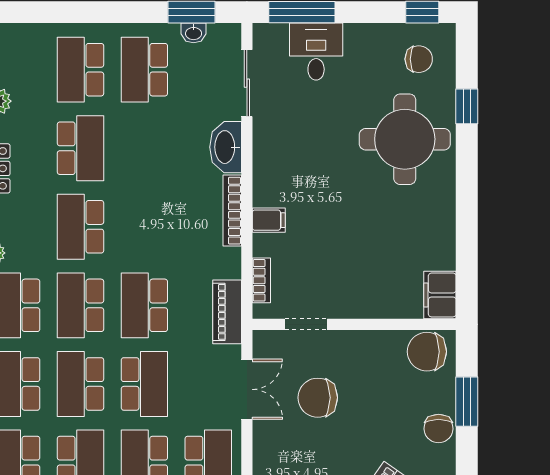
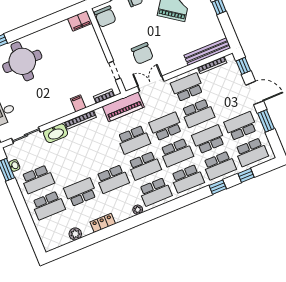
piano: (227, 312) -> (123, 107), width x1.37, depth x1.33

